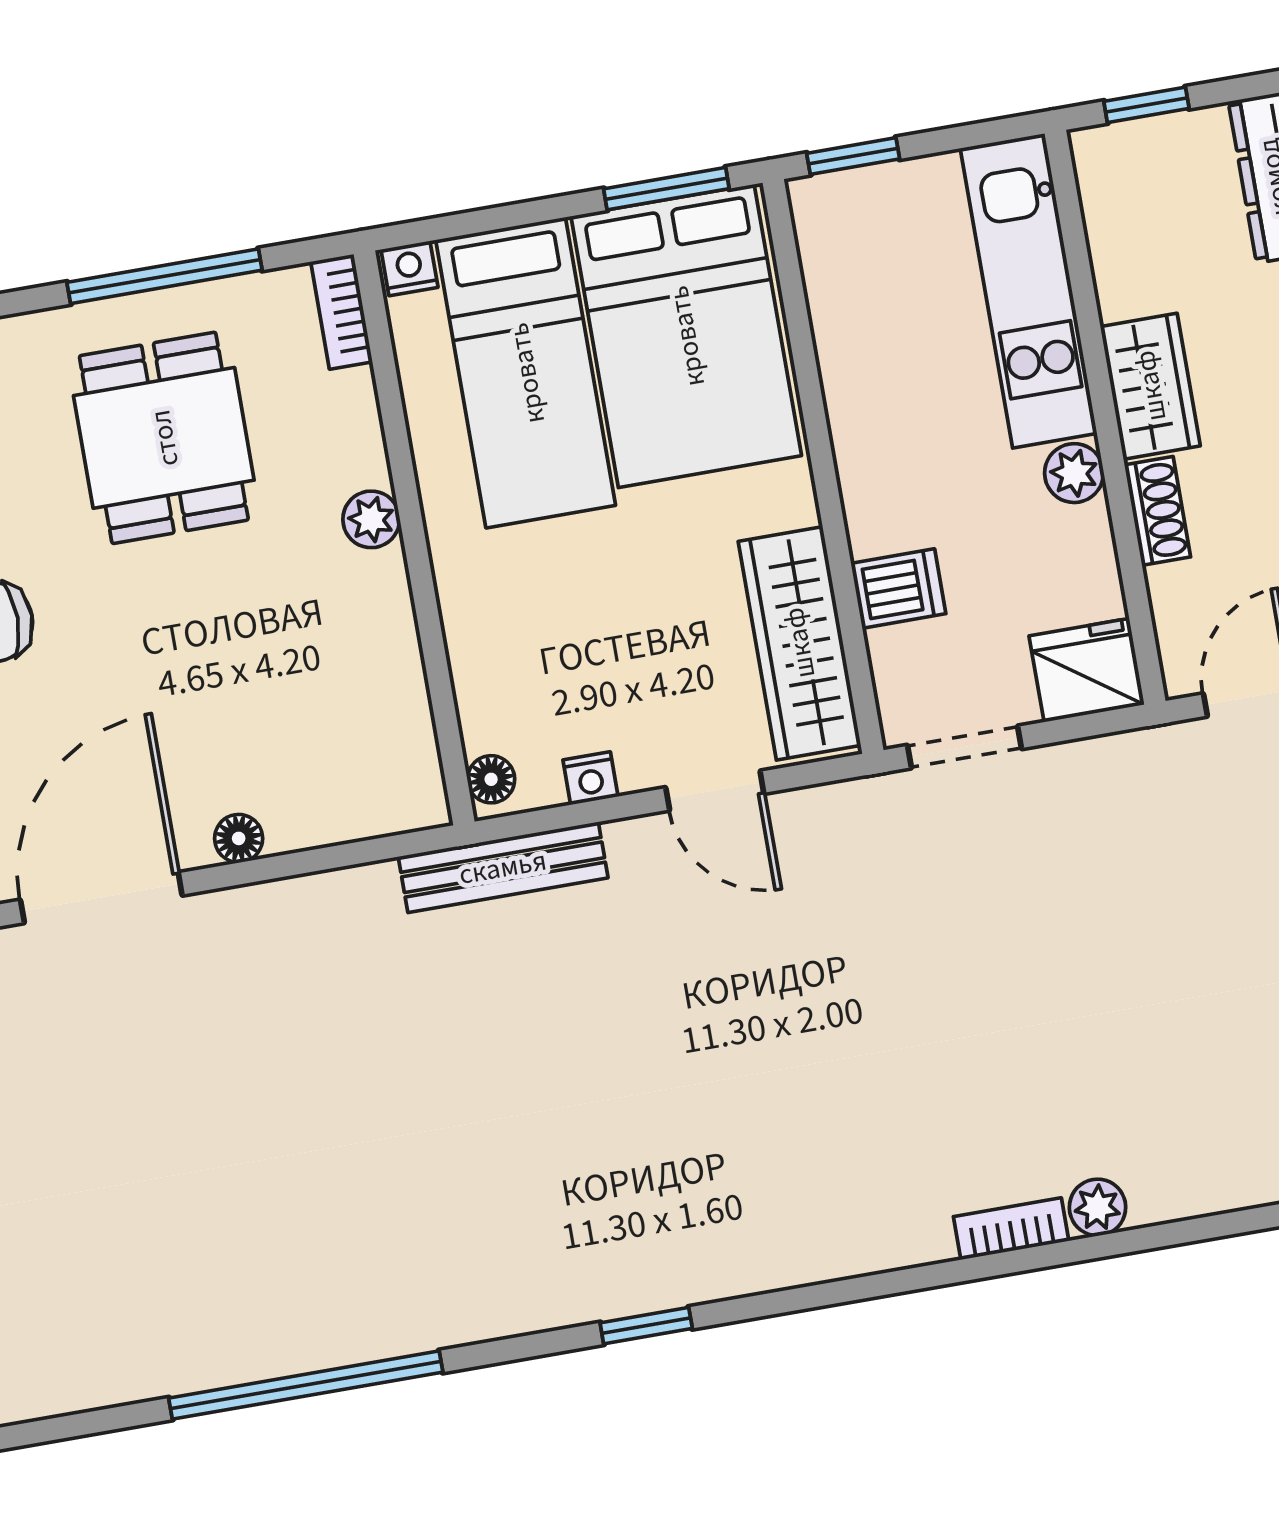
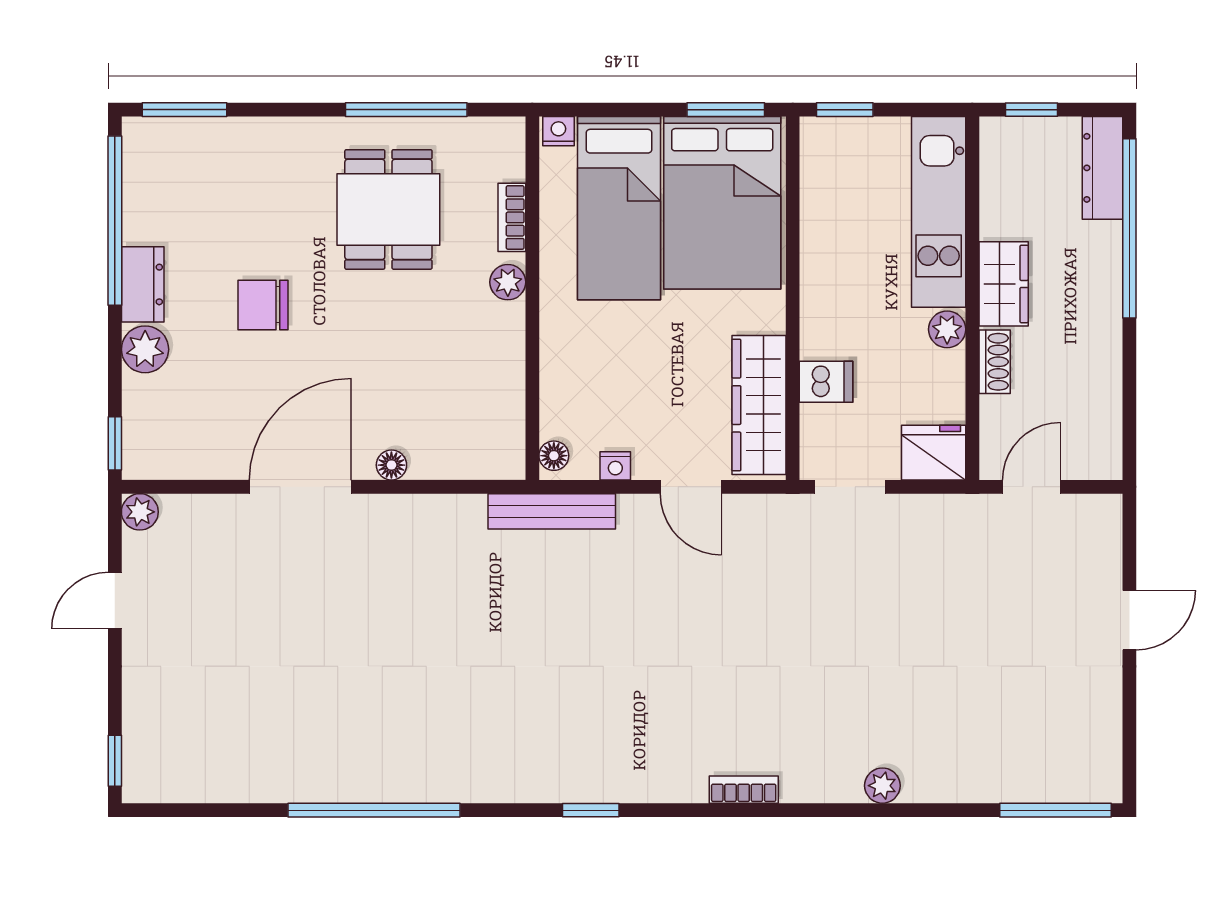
bookcase: (342, 312) -> (512, 217), moved
bookcase: (1011, 1229) -> (744, 790), moved

